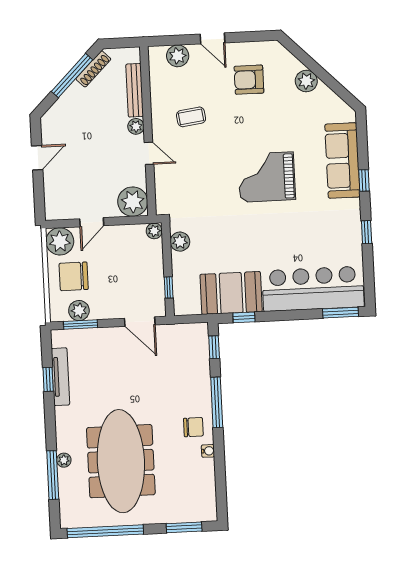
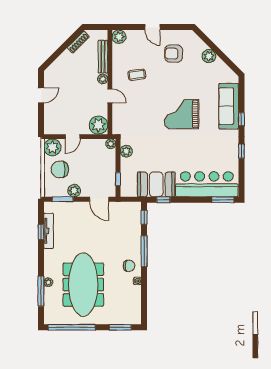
plant: (178, 56) -> (119, 37), moved
window: (72, 76) -> (65, 46), removed
plant: (79, 311) -> (74, 191), moved

